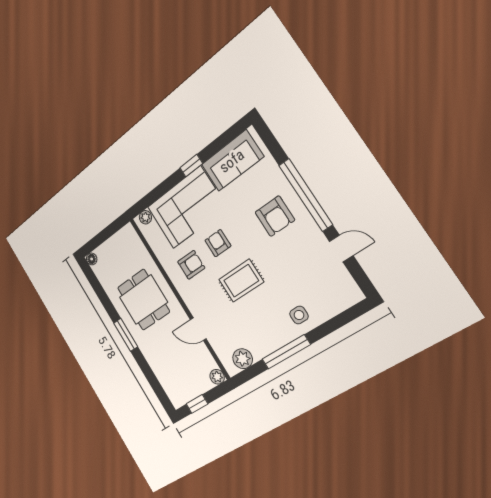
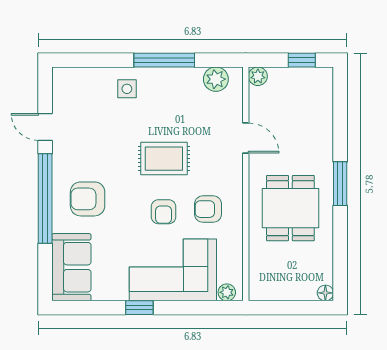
sofa: (232, 161) -> (71, 267), moved, turned 90
armchair: (275, 216) -> (88, 199), turned -90

